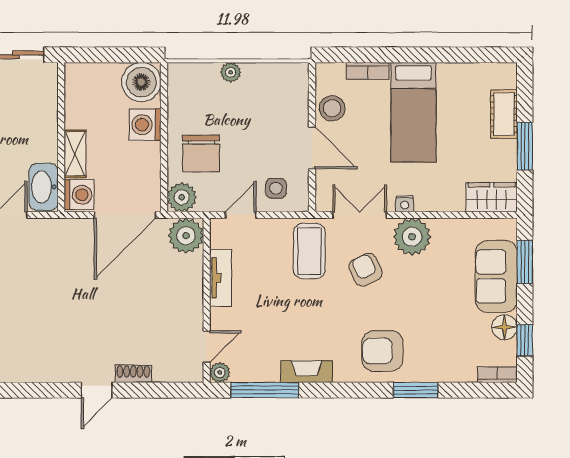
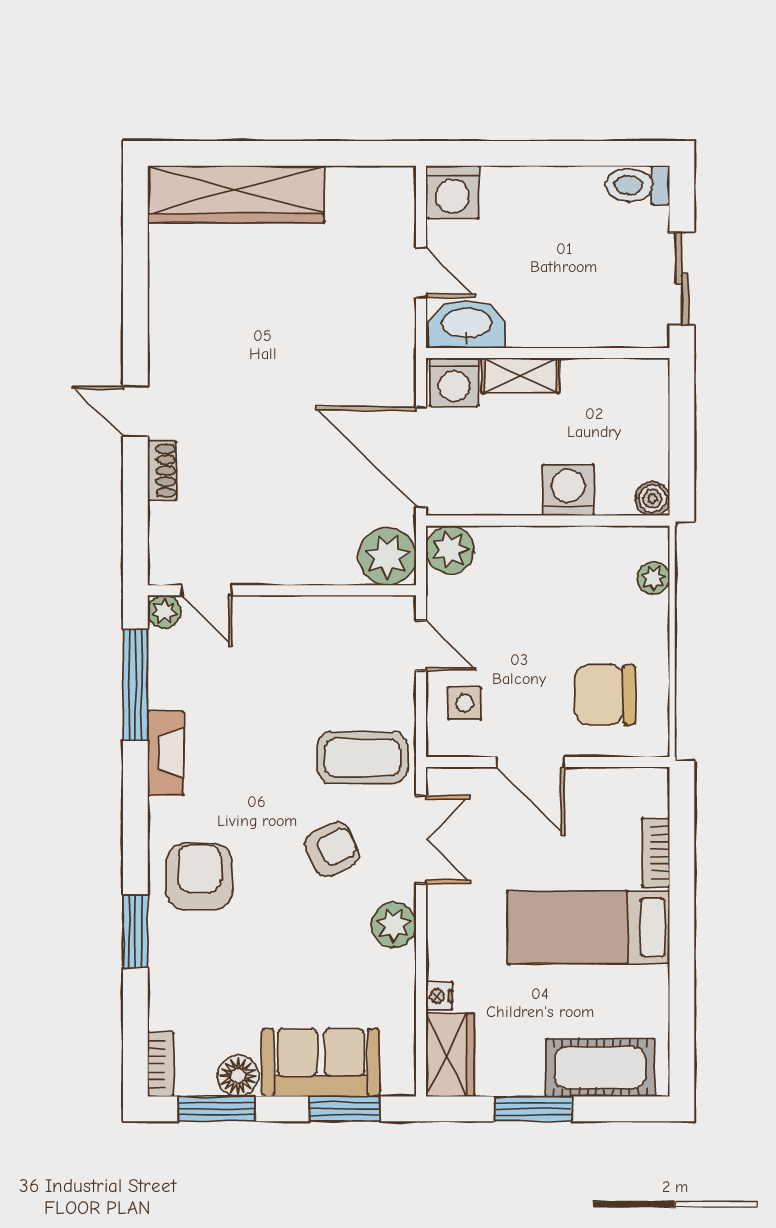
plant: (231, 72) -> (654, 578), moved
boiler: (141, 82) -> (652, 499), width x0.54, depth x0.54
stool: (332, 108) -> (595, 795), removed
cot: (504, 114) -> (600, 1068), width x1.37, depth x1.34
door: (312, 148) -> (531, 762), hinge flipped
chair: (201, 154) -> (605, 695), moved
nightstand: (405, 204) -> (439, 996), moved
plant: (412, 237) -> (394, 925), width x0.73, depth x0.73
tv unit: (221, 278) -> (318, 613), removed
window: (525, 340) -> (217, 1109), width x1.50

